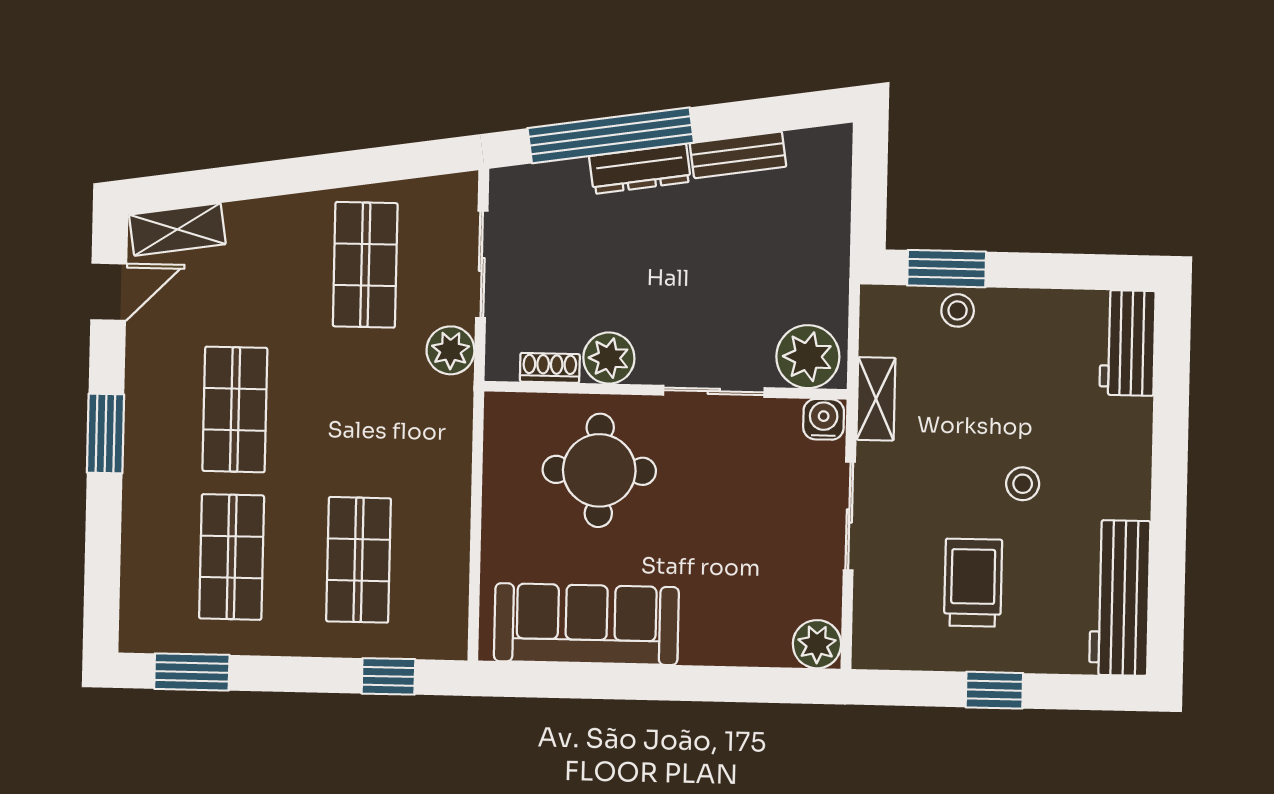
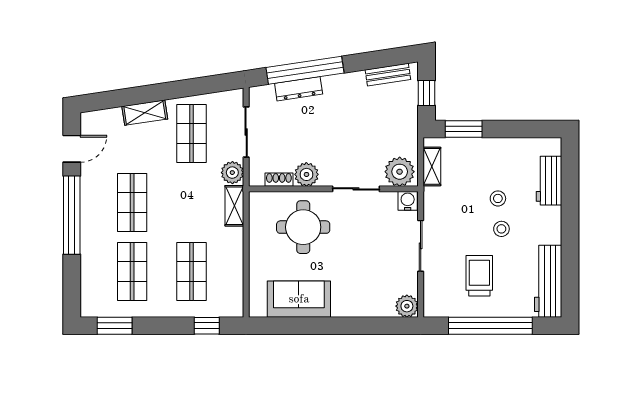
bench: (738, 155) -> (388, 75), moved
dresser: (640, 169) -> (299, 89), moved
window: (869, 190) -> (427, 93), added
shelving: (177, 229) -> (145, 113), moved
stool: (958, 310) -> (498, 198), moved
workbench: (1128, 343) -> (549, 181), moved
shelving: (876, 399) -> (432, 166), moved
shelving: (453, 421) -> (234, 206), added
window: (105, 434) -> (72, 215), width x2.11
sofa: (586, 624) -> (299, 299), width x0.73
window: (994, 690) -> (490, 326), width x3.17

